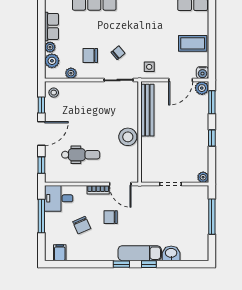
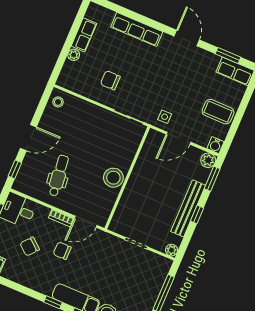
chair: (118, 53) -> (139, 89), removed
plant: (52, 61) -> (70, 69), removed
plant: (71, 73) -> (84, 90), removed
door: (181, 80) -> (179, 138), moved
window: (41, 105) -> (40, 109), removed
bench: (147, 110) -> (188, 208), moved
dental chair: (81, 155) -> (59, 176), turned -97
door: (120, 184) -> (86, 222), hinge flipped
chair: (82, 225) -> (30, 246), turned 64

